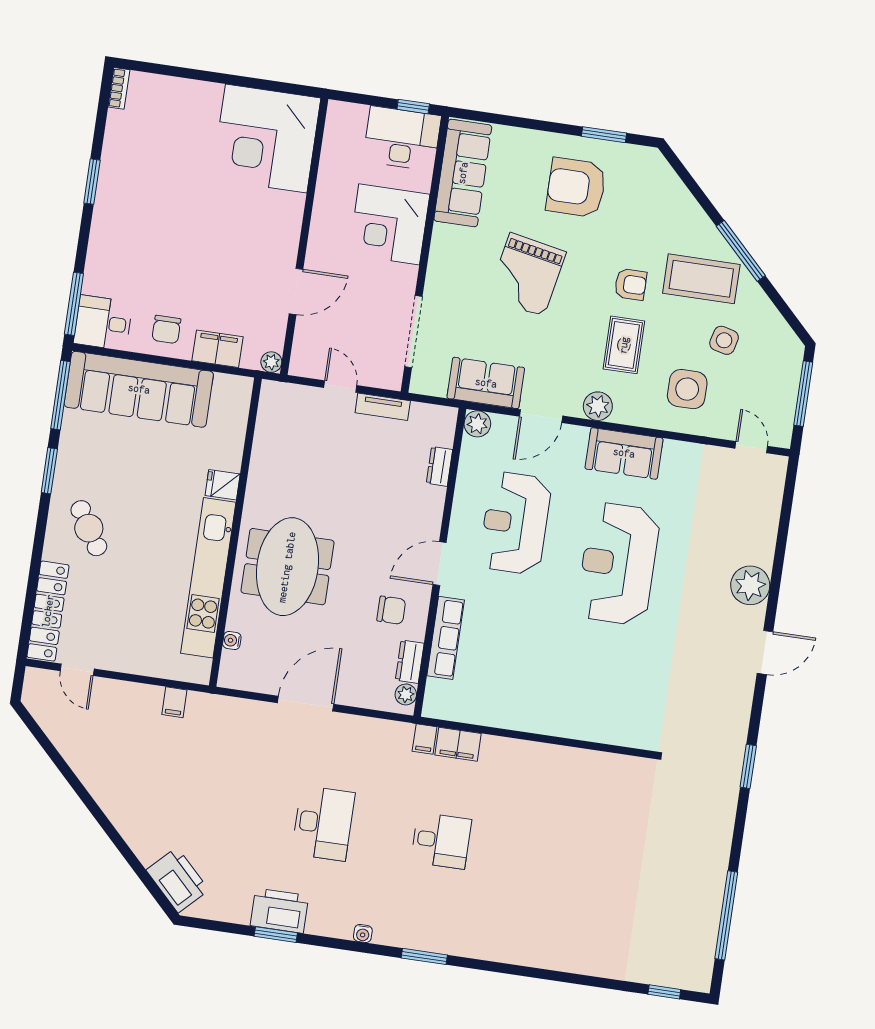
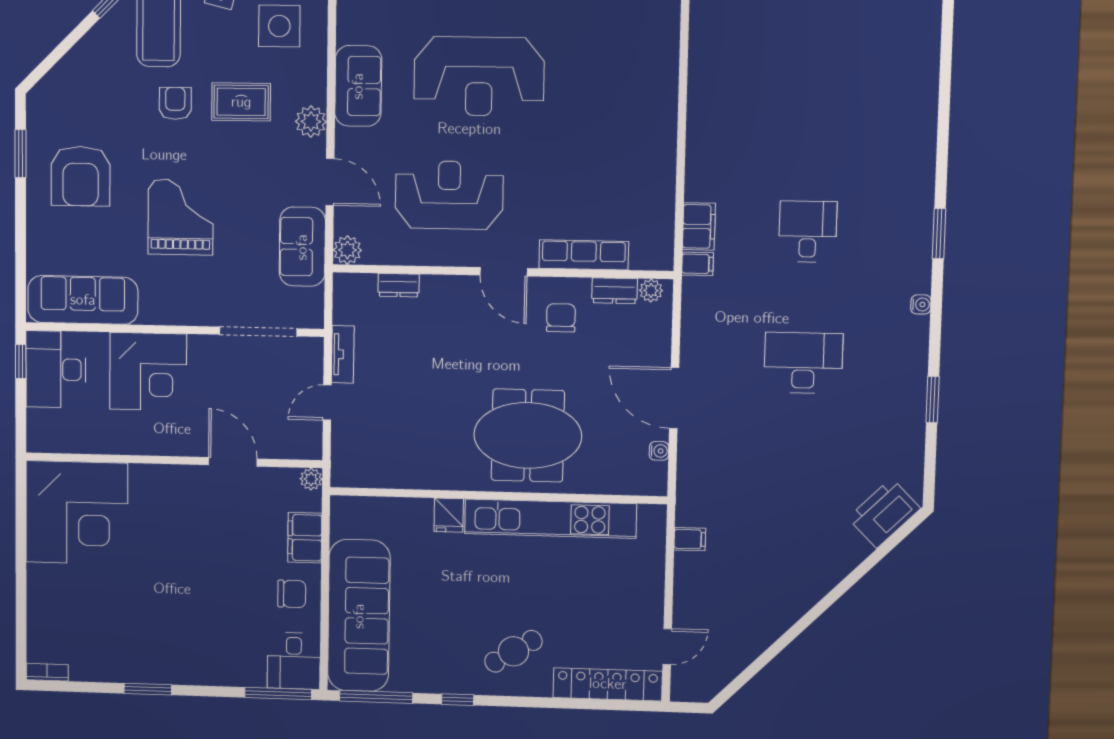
grand piano: (527, 275) -> (181, 217), turned -101
window: (49, 471) -> (458, 700), width x0.67
reception desk: (515, 523) -> (449, 195), turned 180
water cooler: (232, 641) -> (659, 451), moved, turned -90
printer: (279, 911) -> (906, 399), removed

